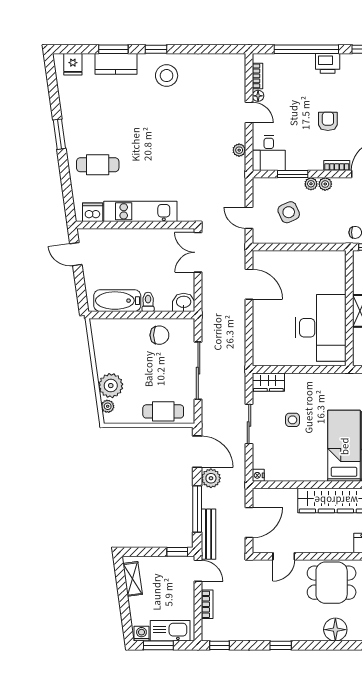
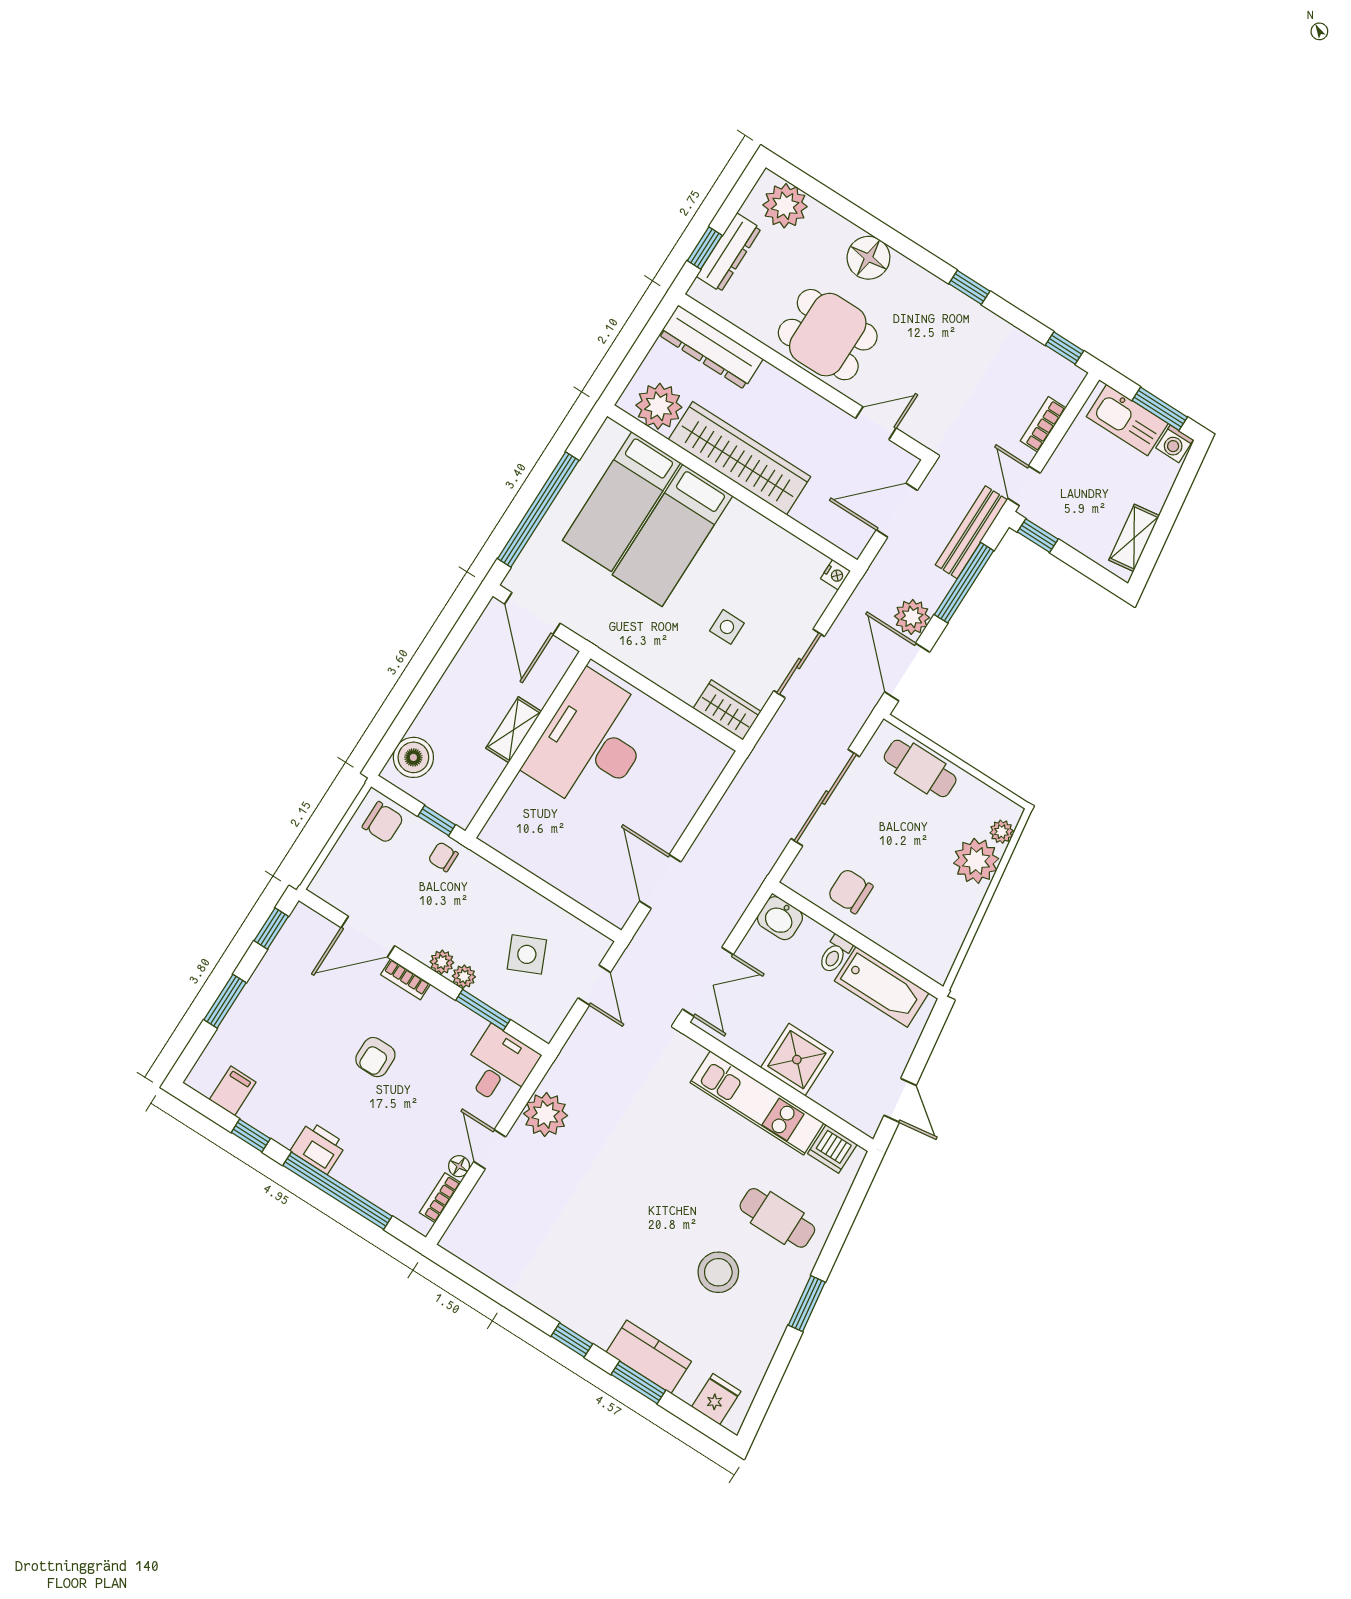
stool: (167, 76) -> (718, 1272), moved
plant: (239, 150) -> (546, 1115), width x1.88, depth x1.88
shower: (135, 243) -> (797, 1060), added

